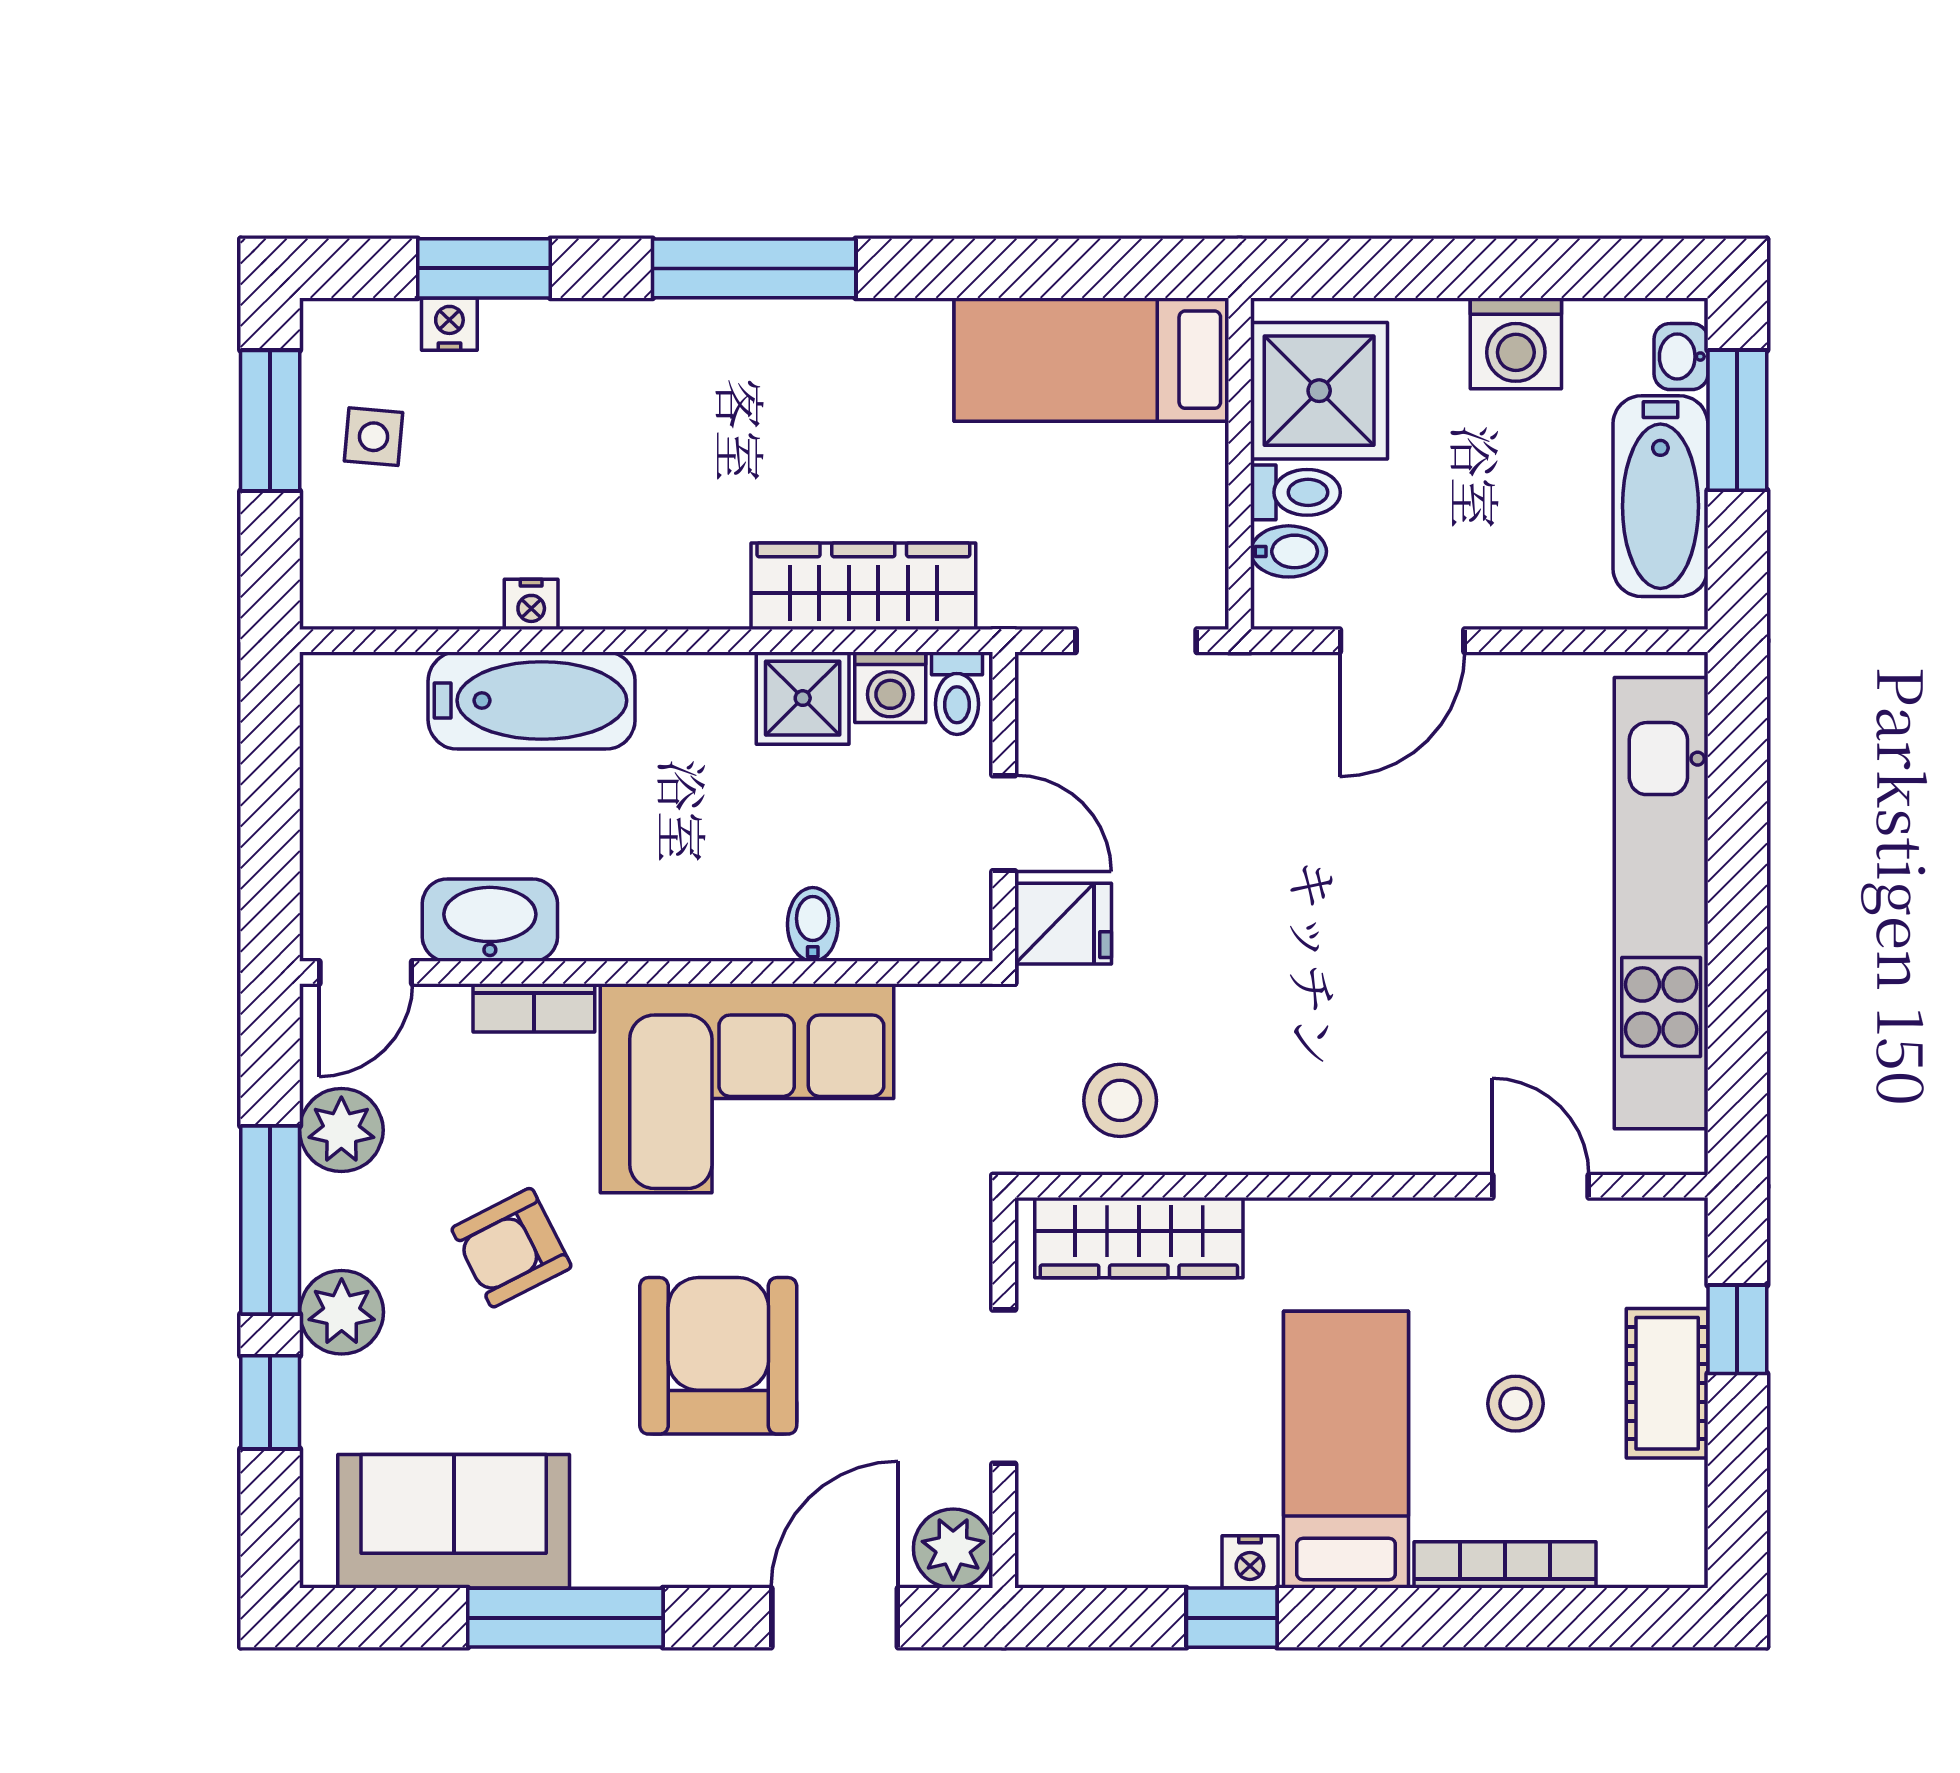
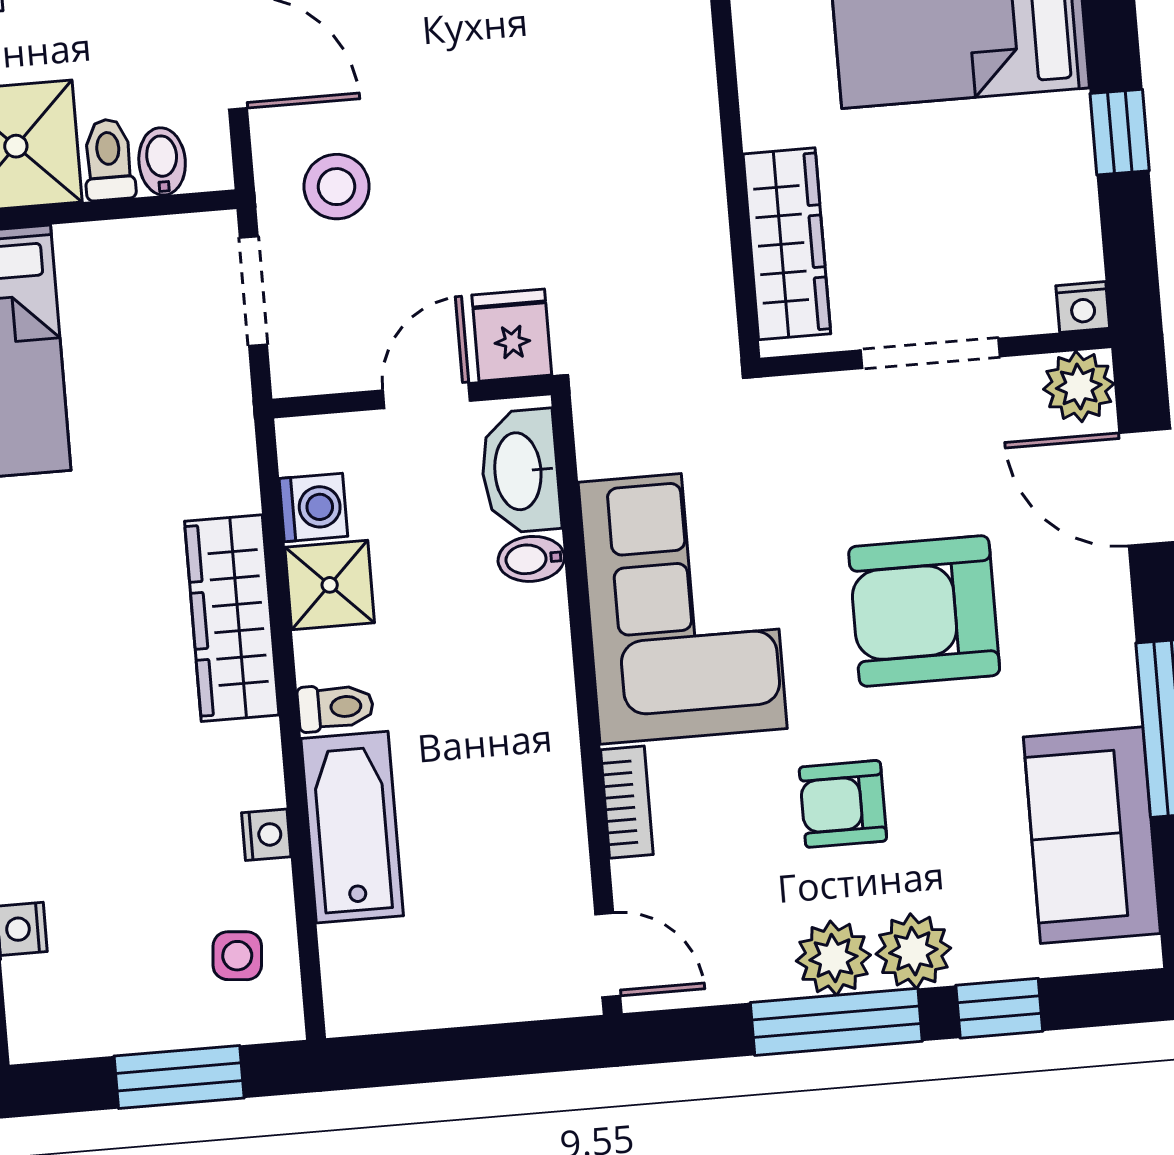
window: (270, 421) -> (179, 1077), moved
side table: (373, 437) -> (237, 956), moved
wardrobe: (863, 586) -> (232, 618), moved
toilet: (957, 693) -> (335, 707), moved
washbasin: (490, 920) -> (520, 471), moved
stool: (1120, 1100) -> (337, 187), moved
plant: (341, 1130) -> (833, 958), moved
armchair: (512, 1248) -> (843, 804), turned 117
nightstand: (1250, 1562) -> (1083, 307), moved, turned 90

